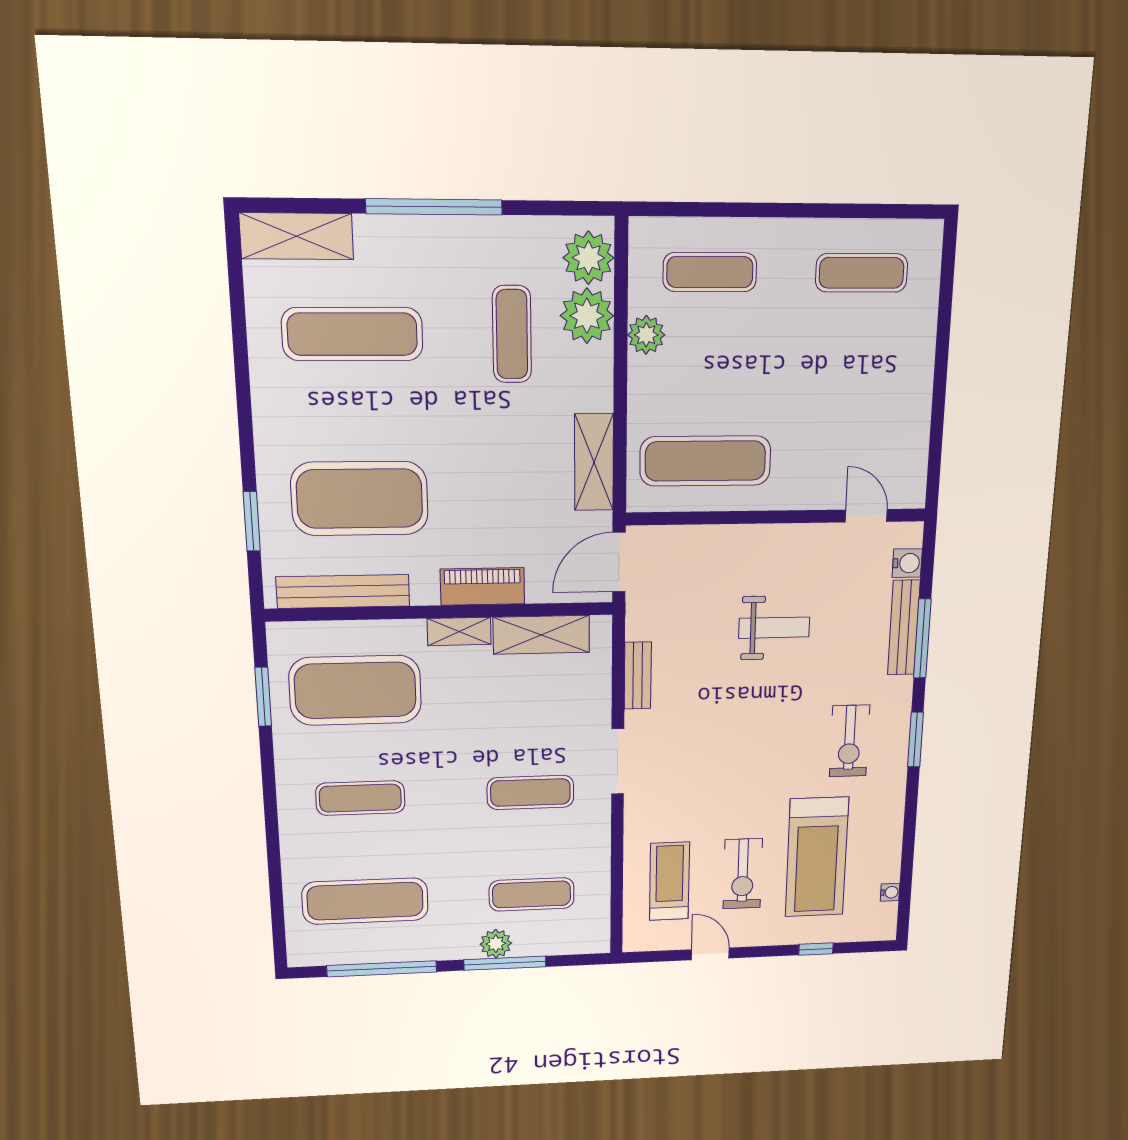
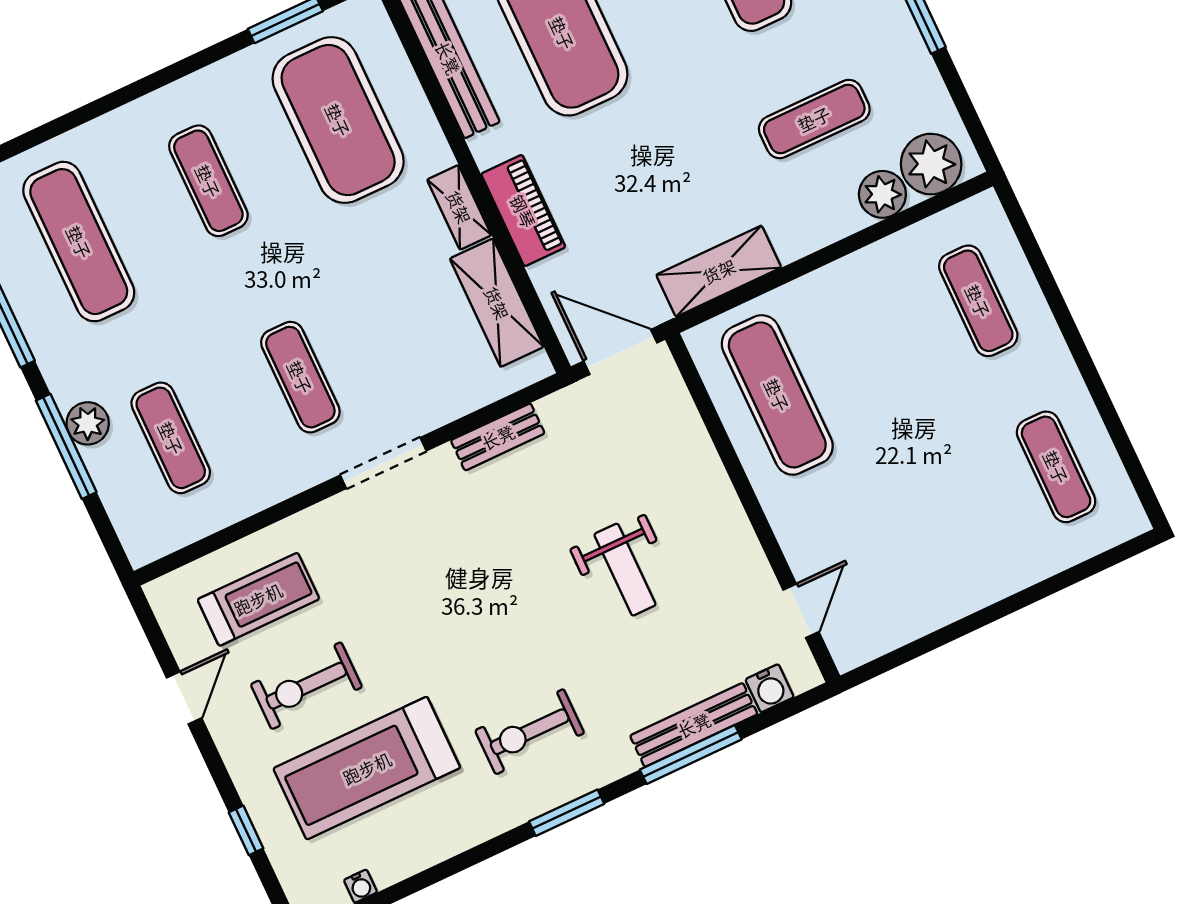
plant: (587, 316) -> (882, 194), width x0.73, depth x0.73
plant: (646, 335) -> (881, 264), removed

